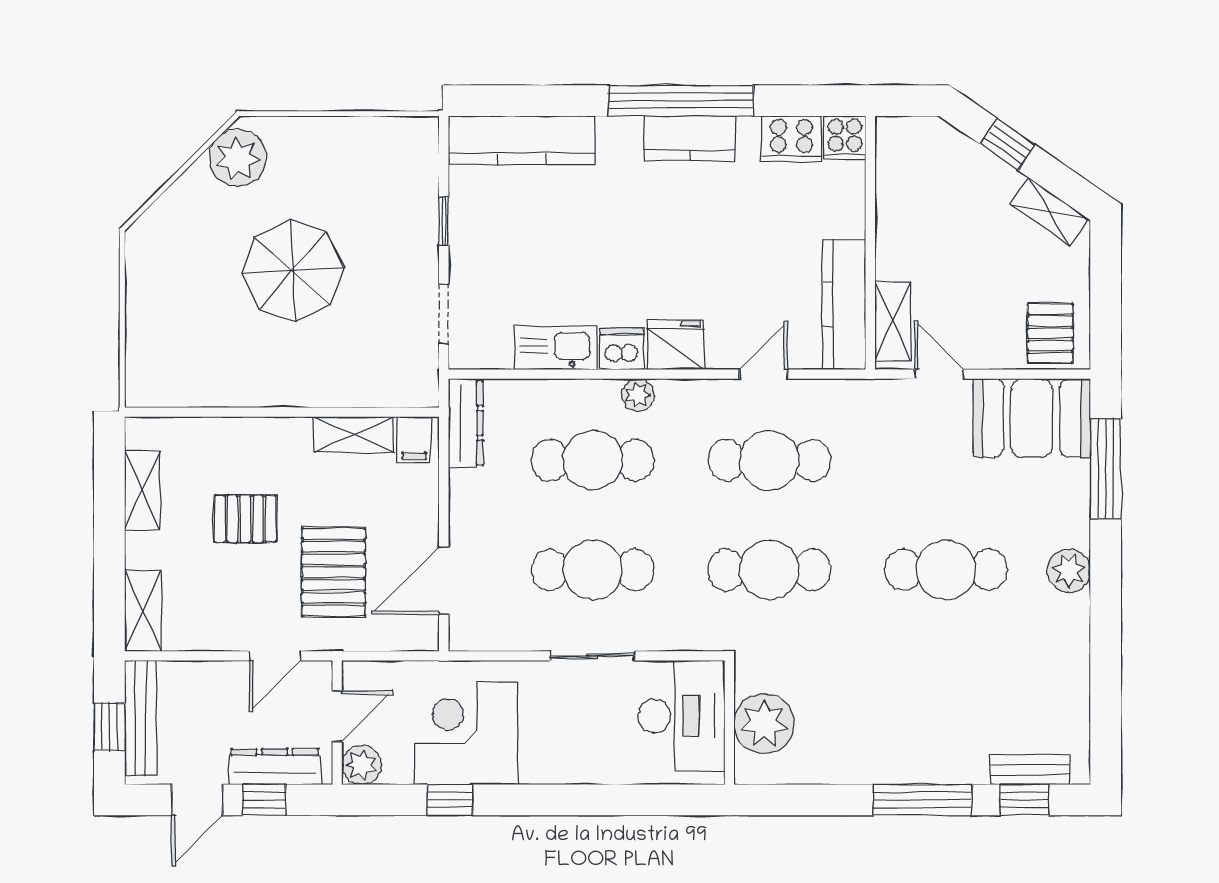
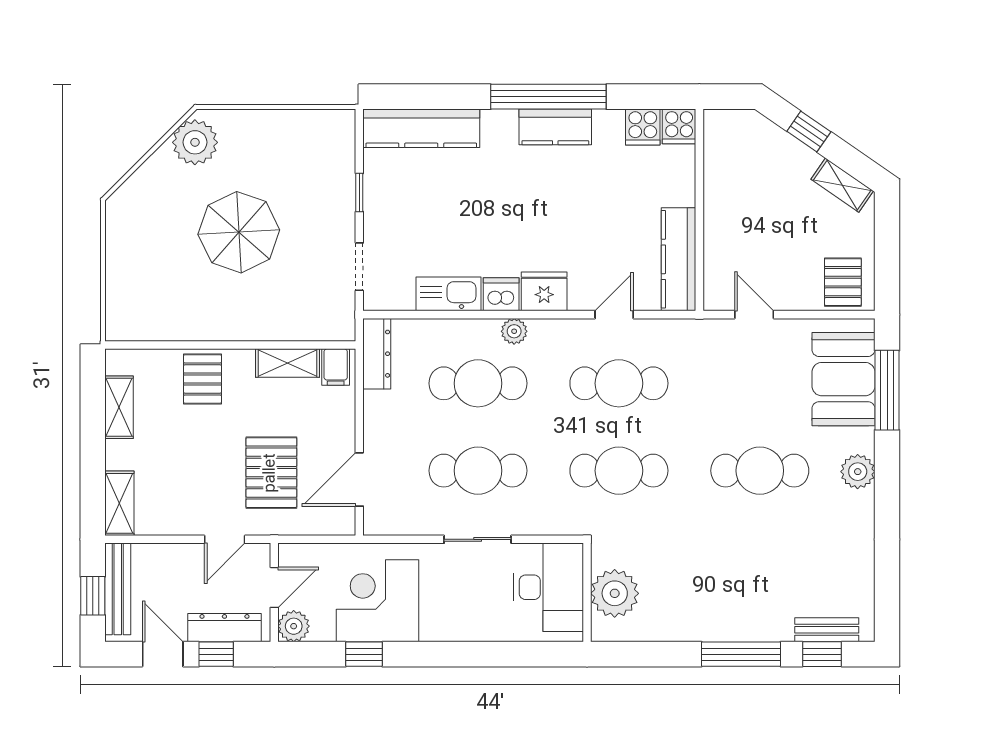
cooker: (791, 139) -> (643, 127), width x0.73
shelving: (893, 321) -> (717, 272), removed
booth: (1032, 418) -> (843, 379), moved, turned 90
pallet: (245, 519) -> (203, 379), moved, turned 90
door: (197, 800) -> (163, 654), swing flipped

